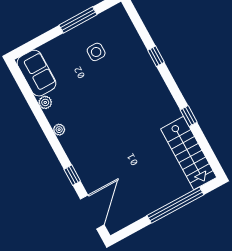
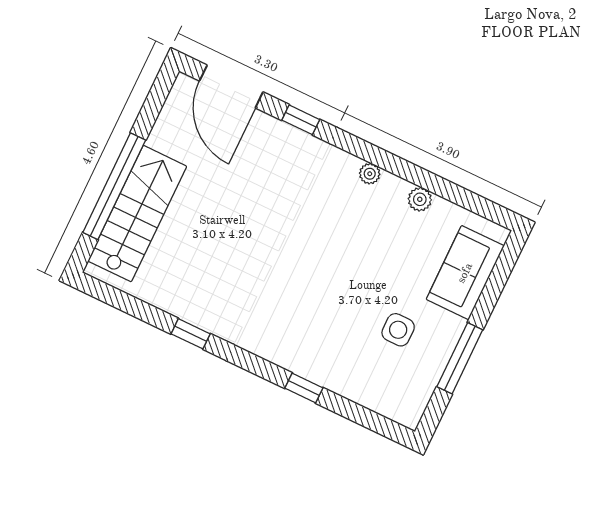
sofa: (36, 73) -> (465, 273), moved, turned 90
stairs: (189, 153) -> (137, 214), moved, turned 90

